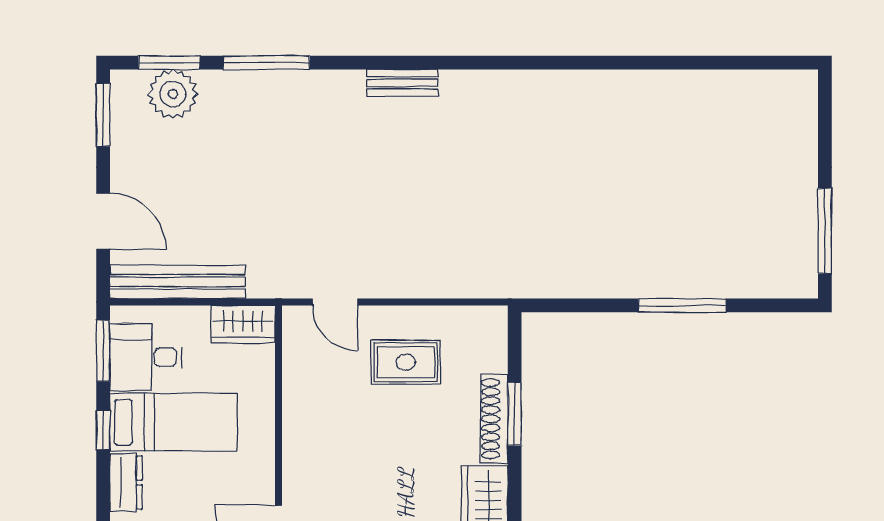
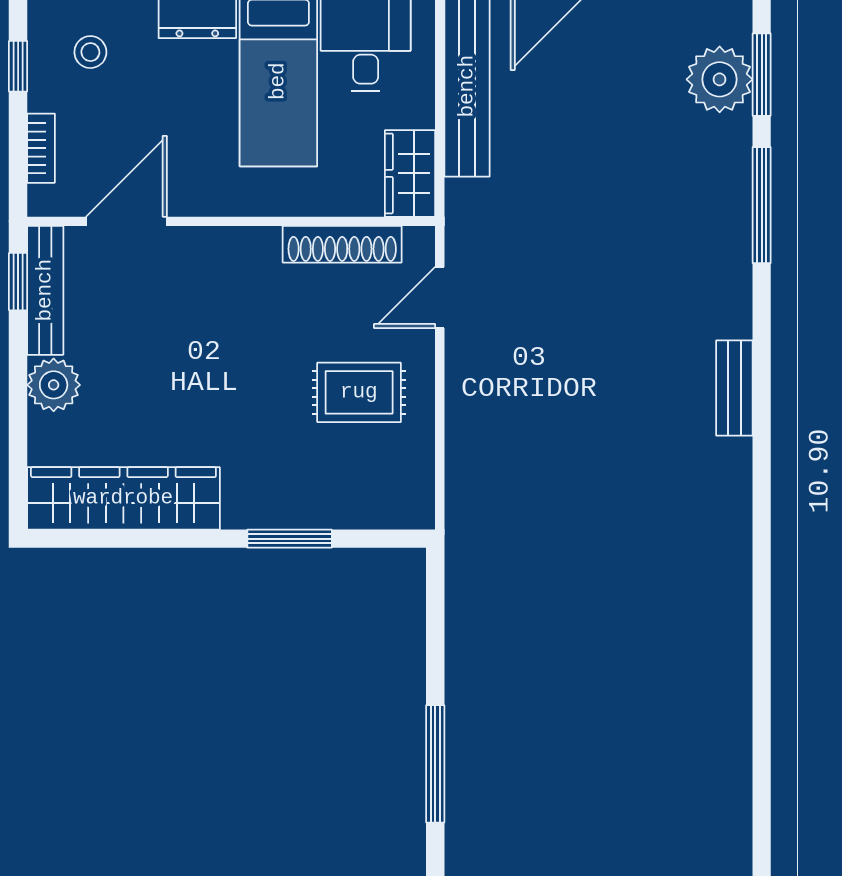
rug: (406, 362) -> (359, 392), turned 90
shoe rack: (494, 419) -> (342, 244), moved, turned 180

